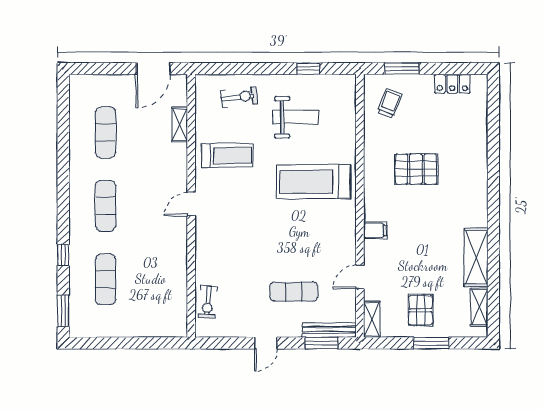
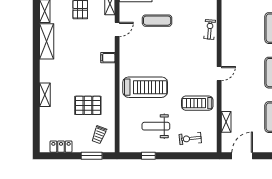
pallet: (416, 169) -> (88, 105), moved
shelving: (479, 169) -> (45, 95), added
exercise bike: (208, 302) -> (210, 29), moved

